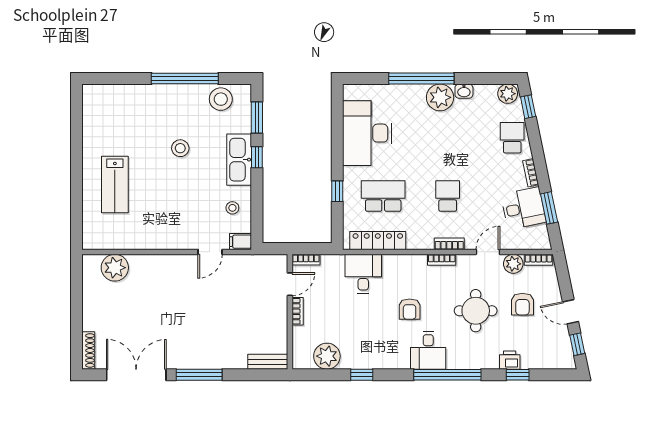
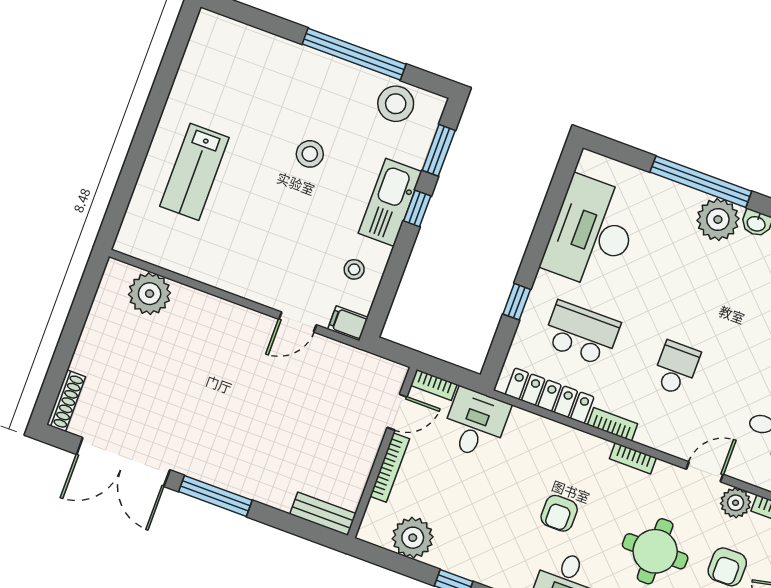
bookcase: (449, 244) -> (613, 424), moved
desk: (363, 274) -> (475, 423), moved
bookcase: (298, 311) -> (390, 467), width x1.56
double door: (136, 375) -> (123, 462), swing flipped

